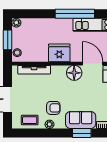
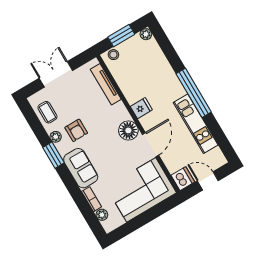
fridge: (59, 53) -> (141, 108), width x0.53, depth x0.75
window: (82, 133) -> (54, 155), moved

